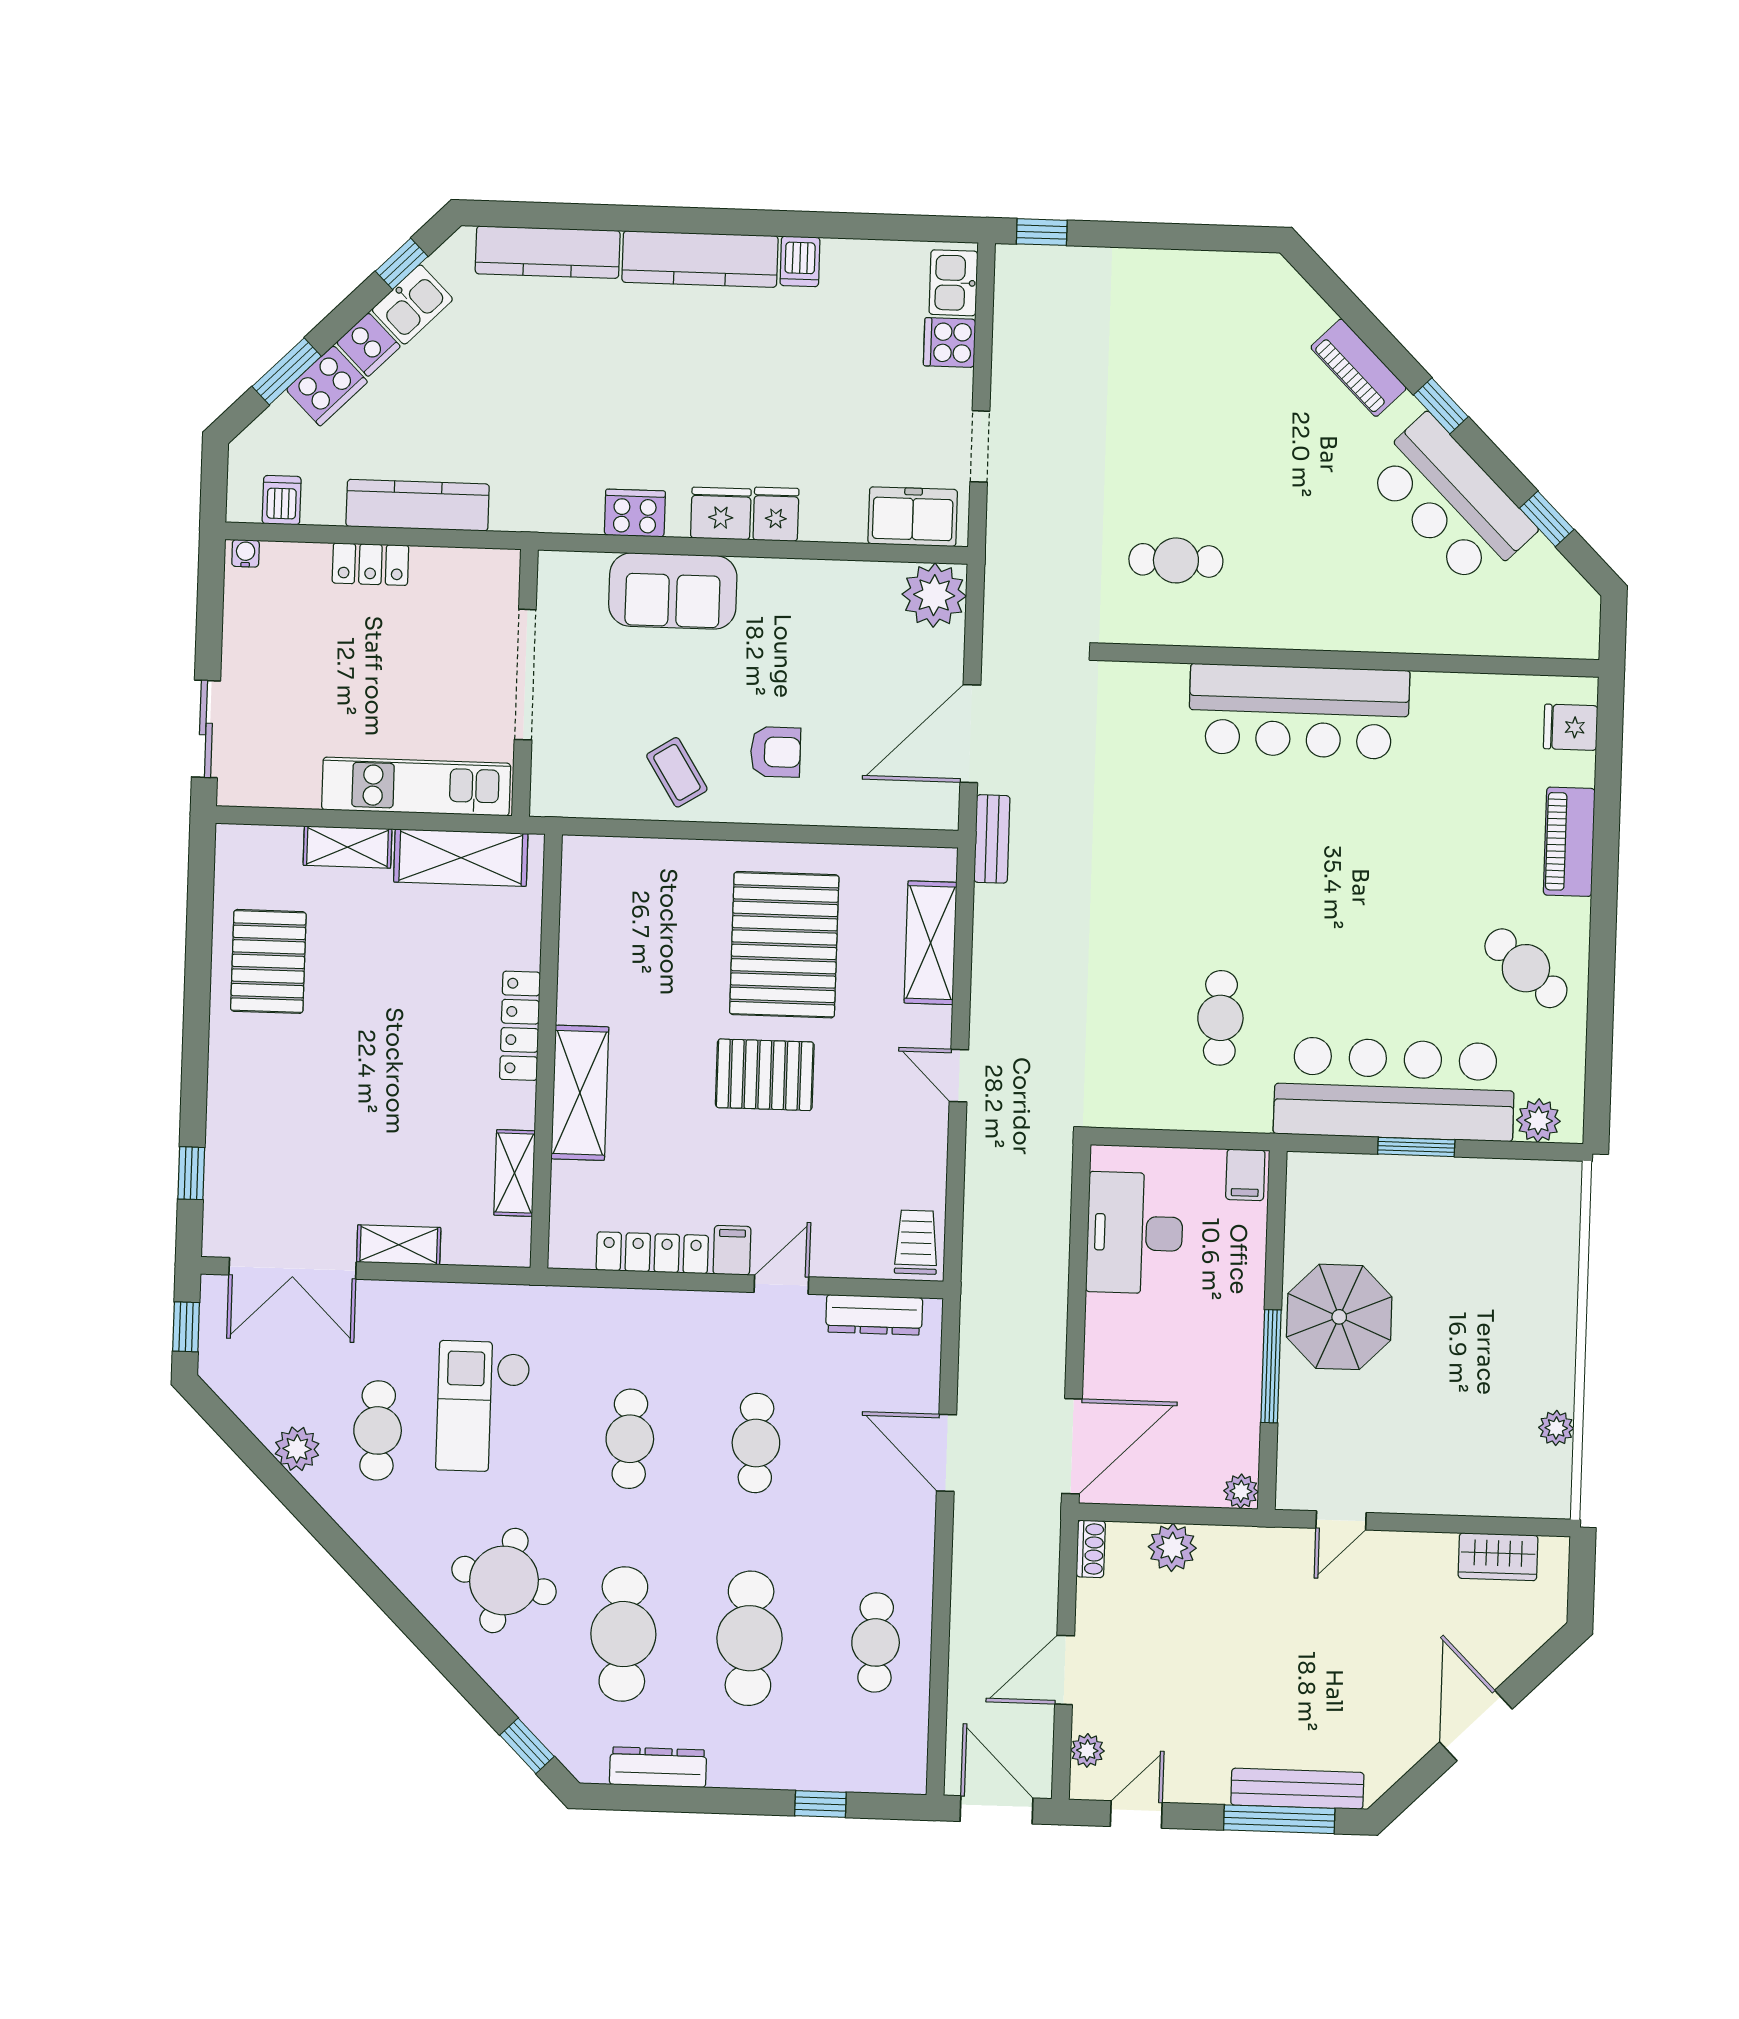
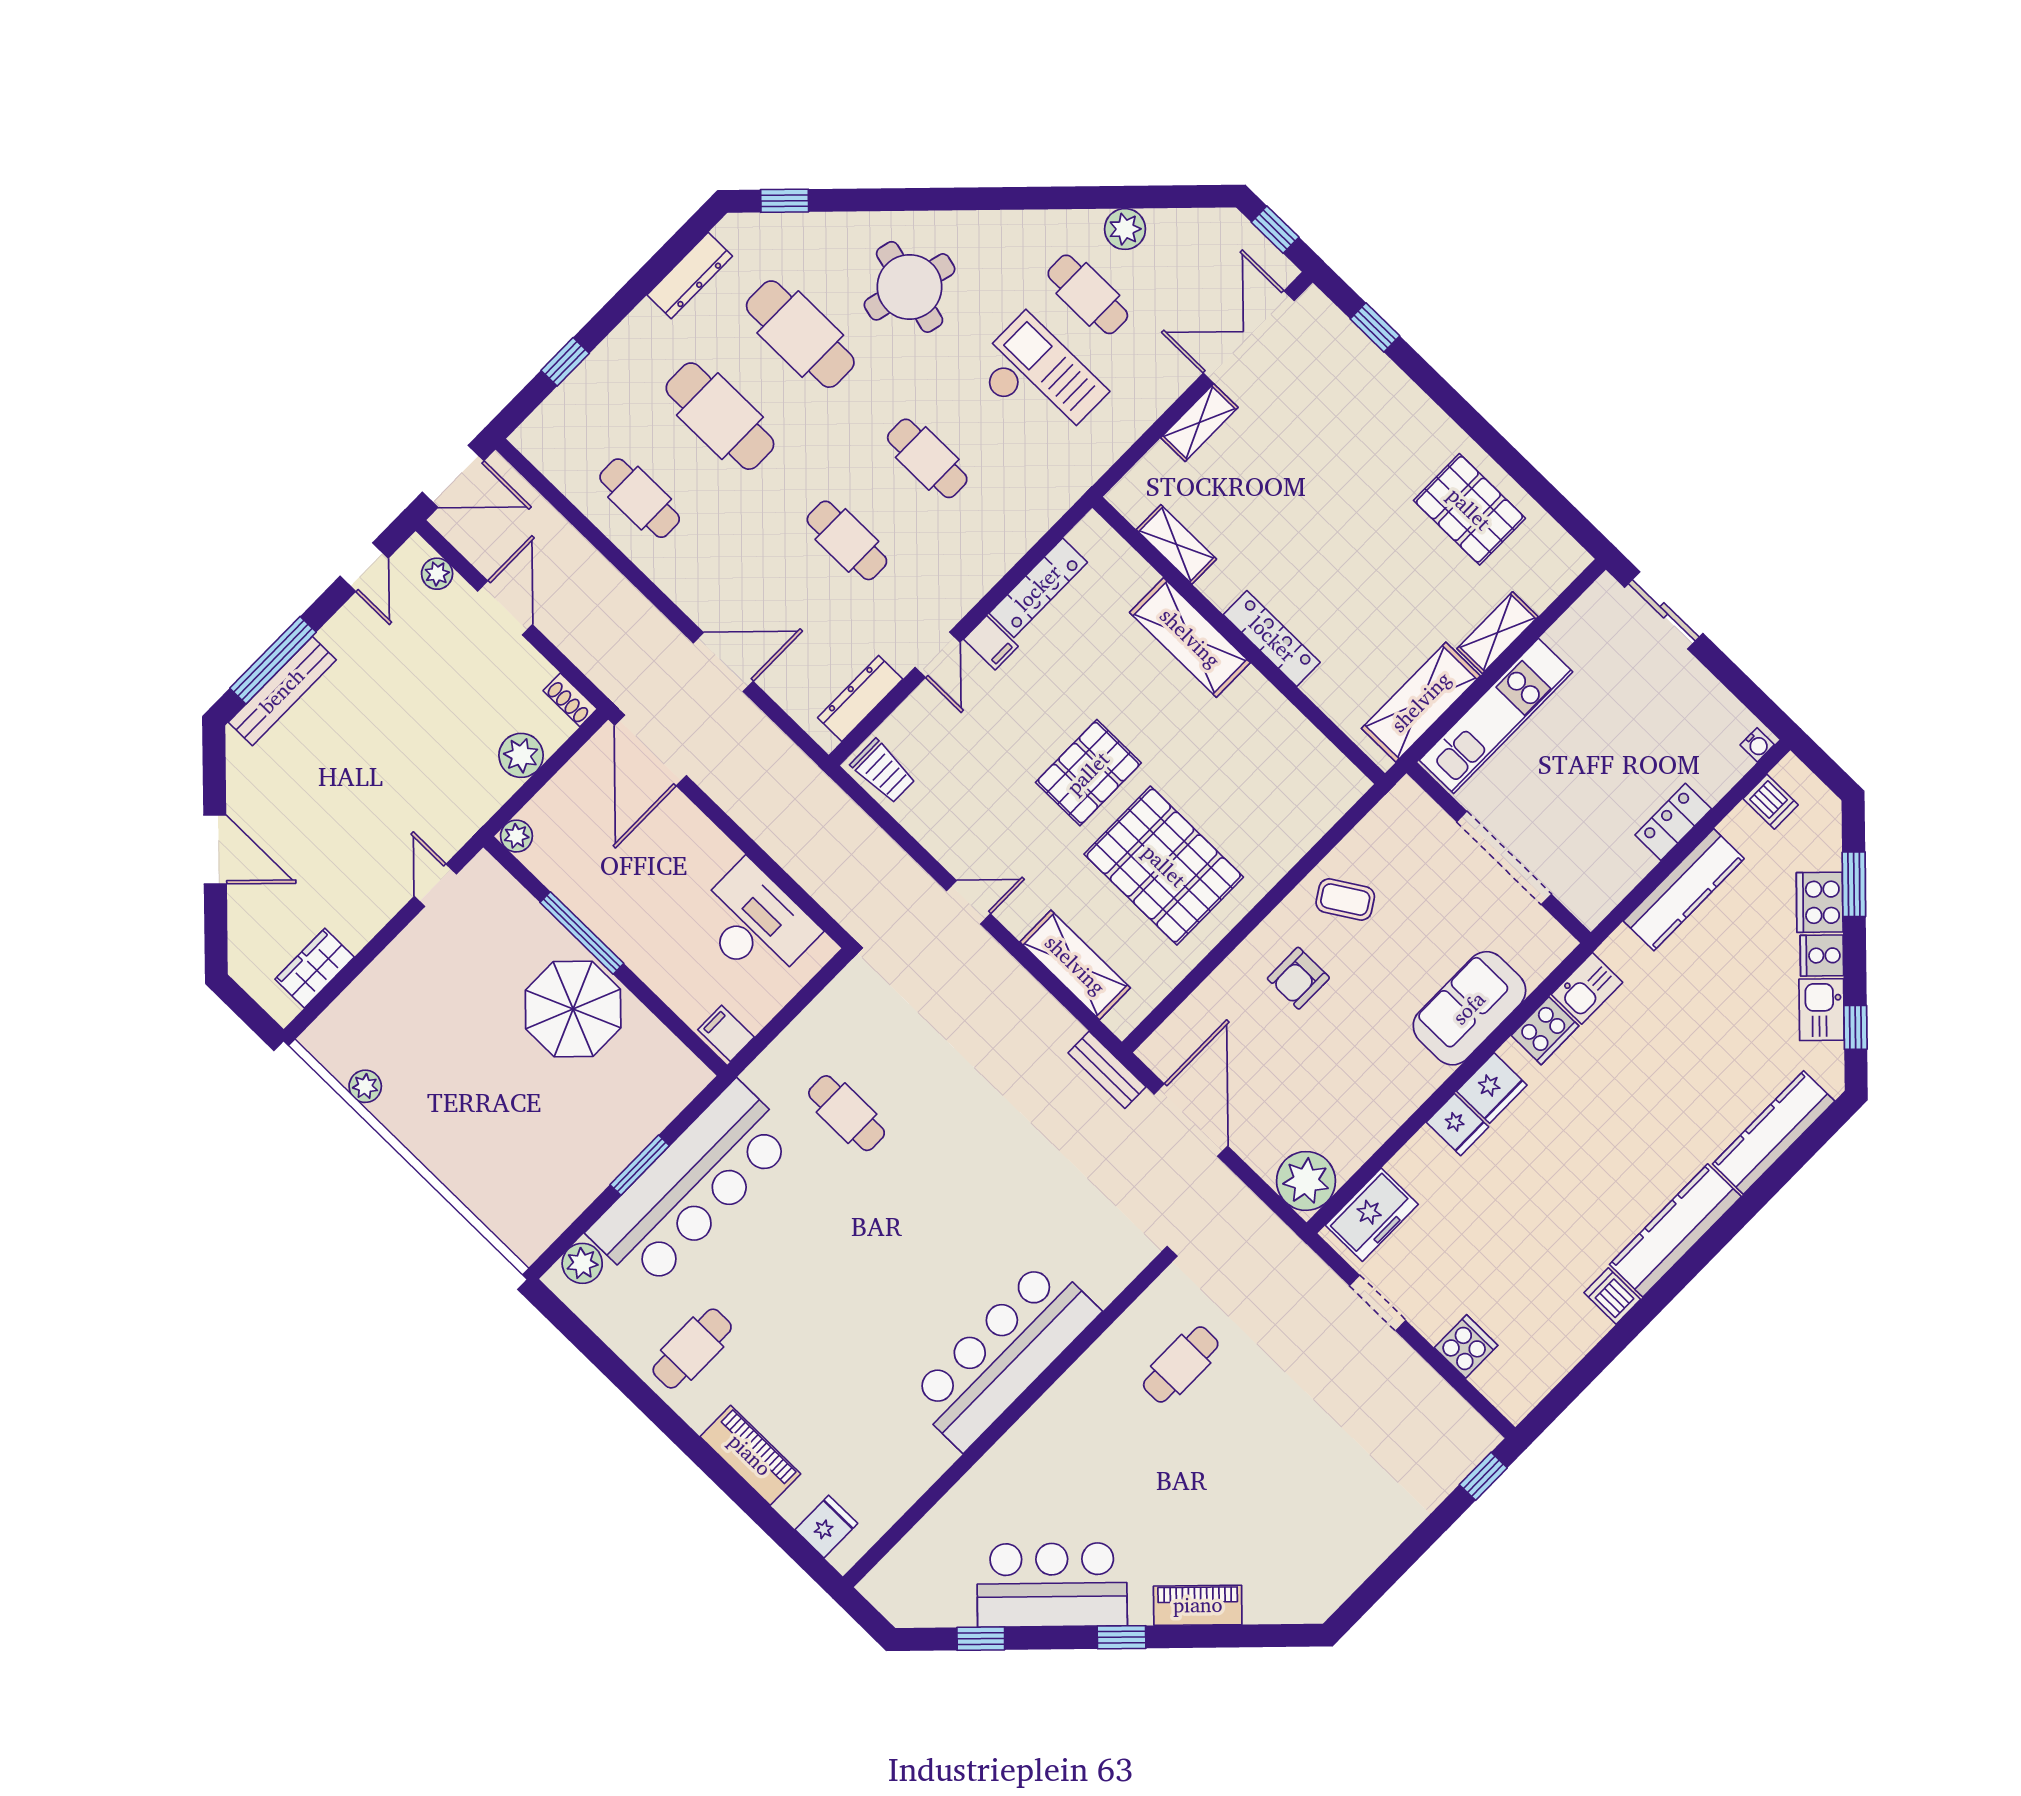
kitchen sink: (953, 283) -> (1587, 988), moved, turned 90
cafe table: (1526, 968) -> (692, 1349), turned -41

